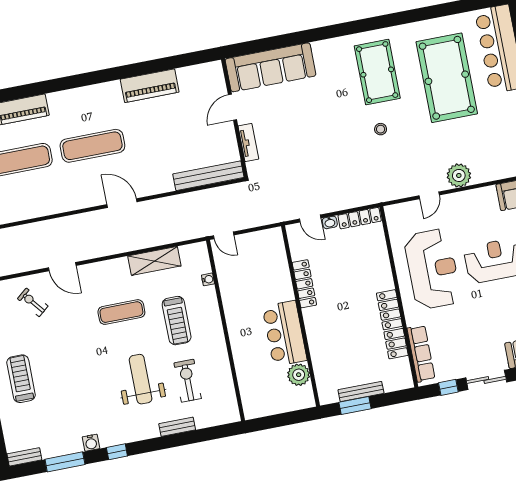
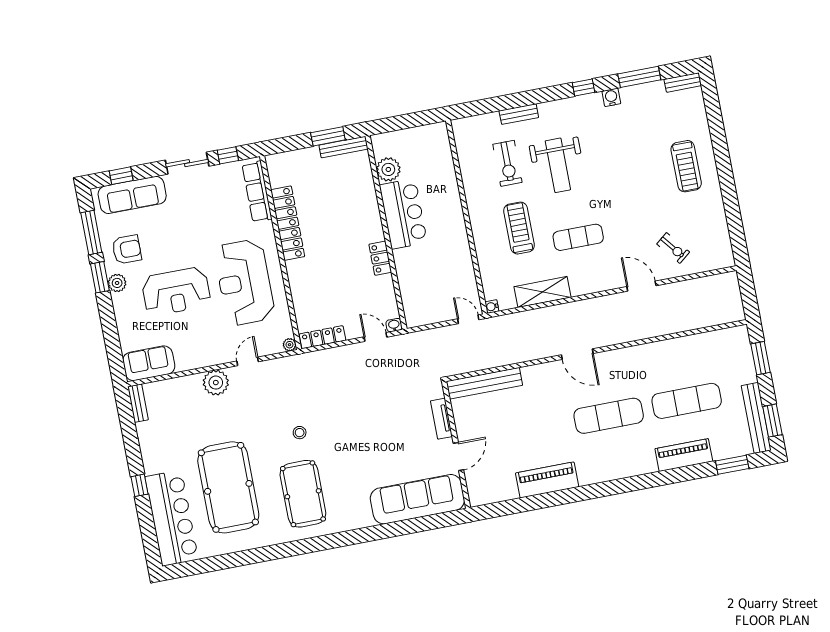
plant: (390, 211) -> (289, 345), added
washbasin: (330, 222) -> (394, 325), moved
water cooler: (208, 279) -> (492, 307), moved
locker: (304, 284) -> (380, 258), width x0.66
bench: (361, 391) -> (344, 147), moved

